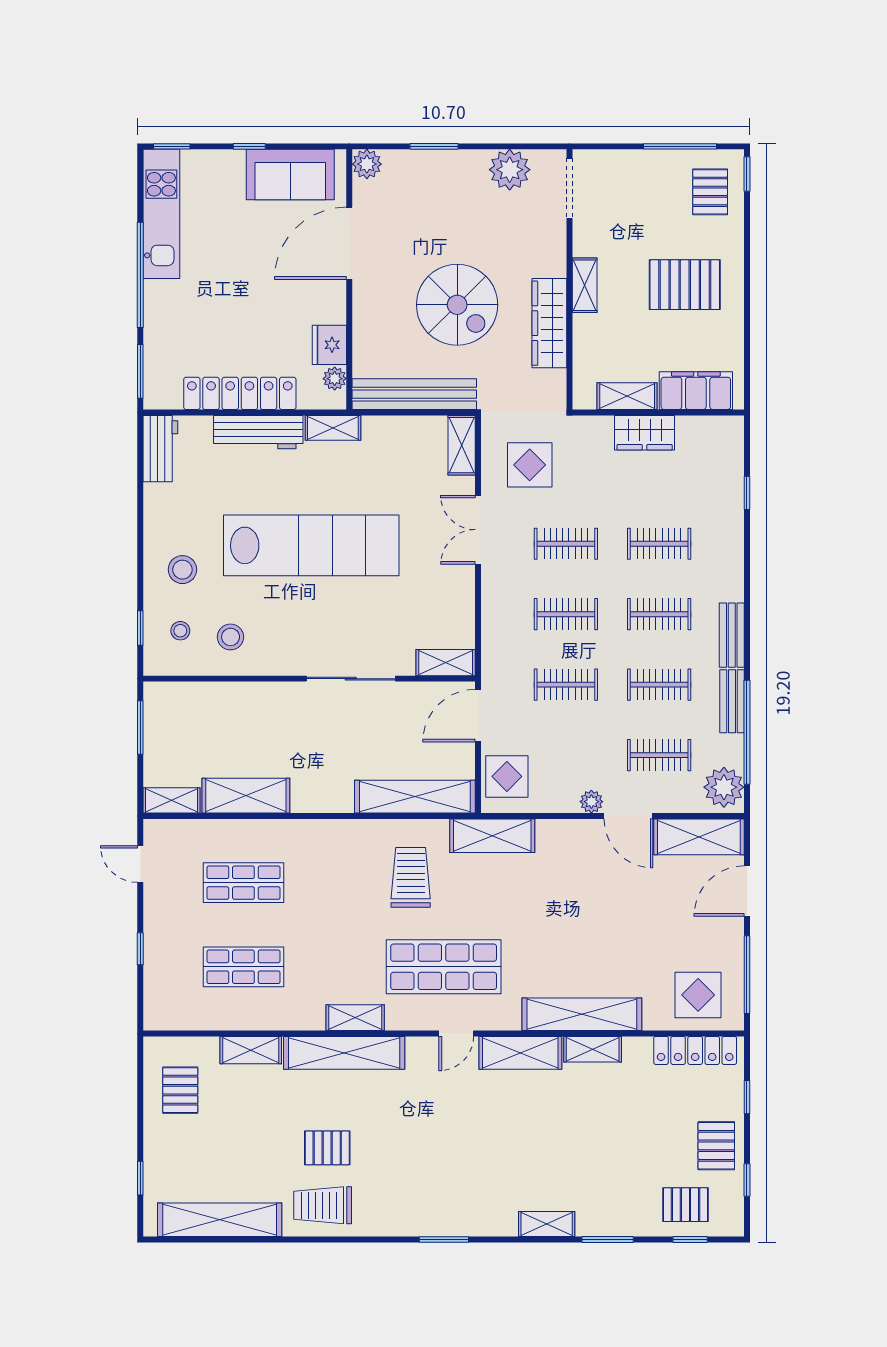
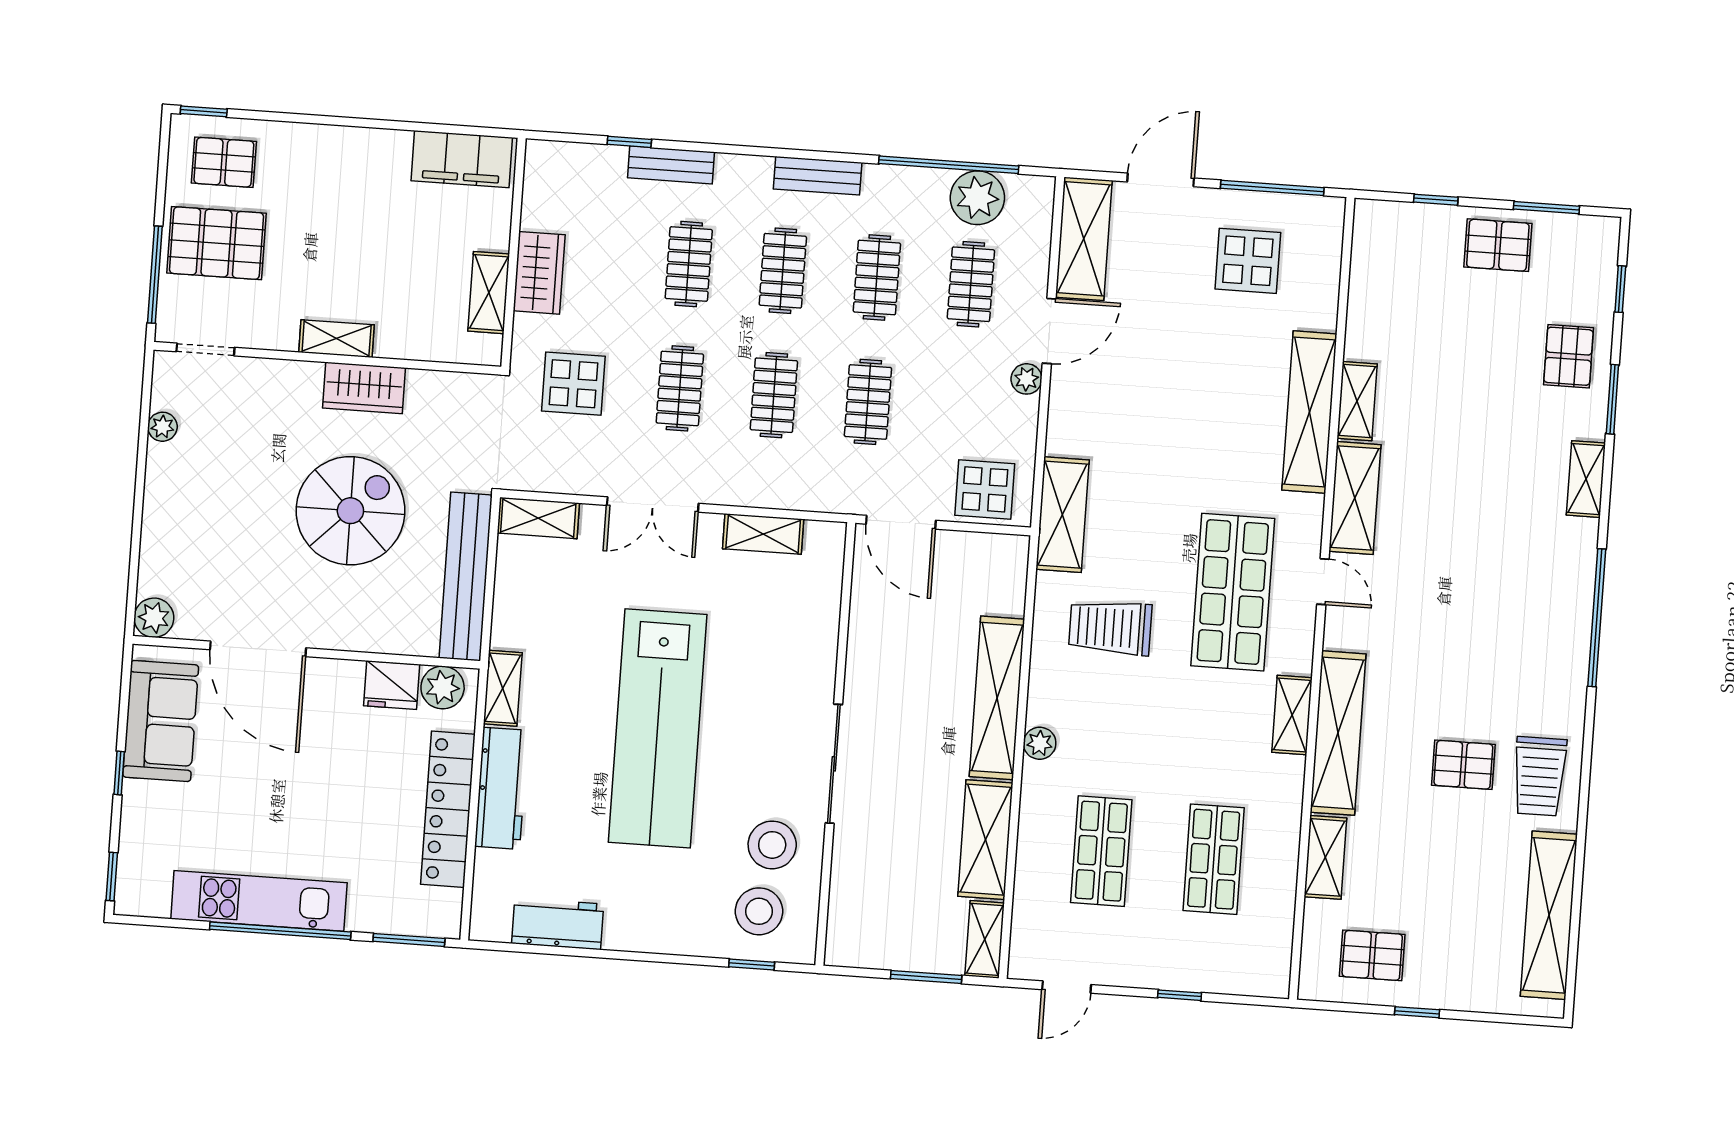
window: (434, 146) -> (137, 526), removed
window: (680, 146) -> (155, 275), moved
plant: (510, 170) -> (162, 427), width x0.53, depth x0.53
doorway: (570, 188) -> (205, 349), width x0.73
kitchen unit: (161, 214) -> (259, 901), moved
pallet: (685, 285) -> (217, 243), moved, turned 90
wardrobe: (549, 323) -> (364, 388), width x0.67
plant: (335, 379) -> (443, 687), width x1.38, depth x1.38
filing cabinet: (696, 391) -> (462, 159), moved, turned -90
workbench: (160, 449) -> (558, 924), moved
display table: (530, 465) -> (573, 384), moved
lab bench: (311, 545) -> (658, 728), turned 180
stool: (182, 570) -> (678, 903), removed
stool: (180, 631) -> (759, 911), width x1.89, depth x1.89
stool: (231, 637) -> (772, 845), width x1.38, depth x1.38
shelving: (446, 663) -> (763, 534), moved, turned 90
sliding door: (351, 679) -> (834, 764), moved
bench: (732, 701) -> (671, 165), moved
window: (140, 728) -> (926, 977), moved
plant: (724, 787) -> (977, 198), moved
shelving: (415, 797) -> (997, 698), moved
plant: (321, 831) -> (1040, 743), added
door: (747, 891) -> (1161, 180), swing flipped
display table: (698, 995) -> (1248, 261), moved
locker: (695, 1050) -> (1368, 264), removed
pallet: (327, 1148) -> (1463, 765), turned 90
window: (140, 1178) -> (1417, 1012), moved
window: (747, 1180) -> (1546, 208), width x1.50
pallet: (685, 1205) -> (1569, 356), moved
window: (444, 1239) -> (1597, 618), width x2.11

